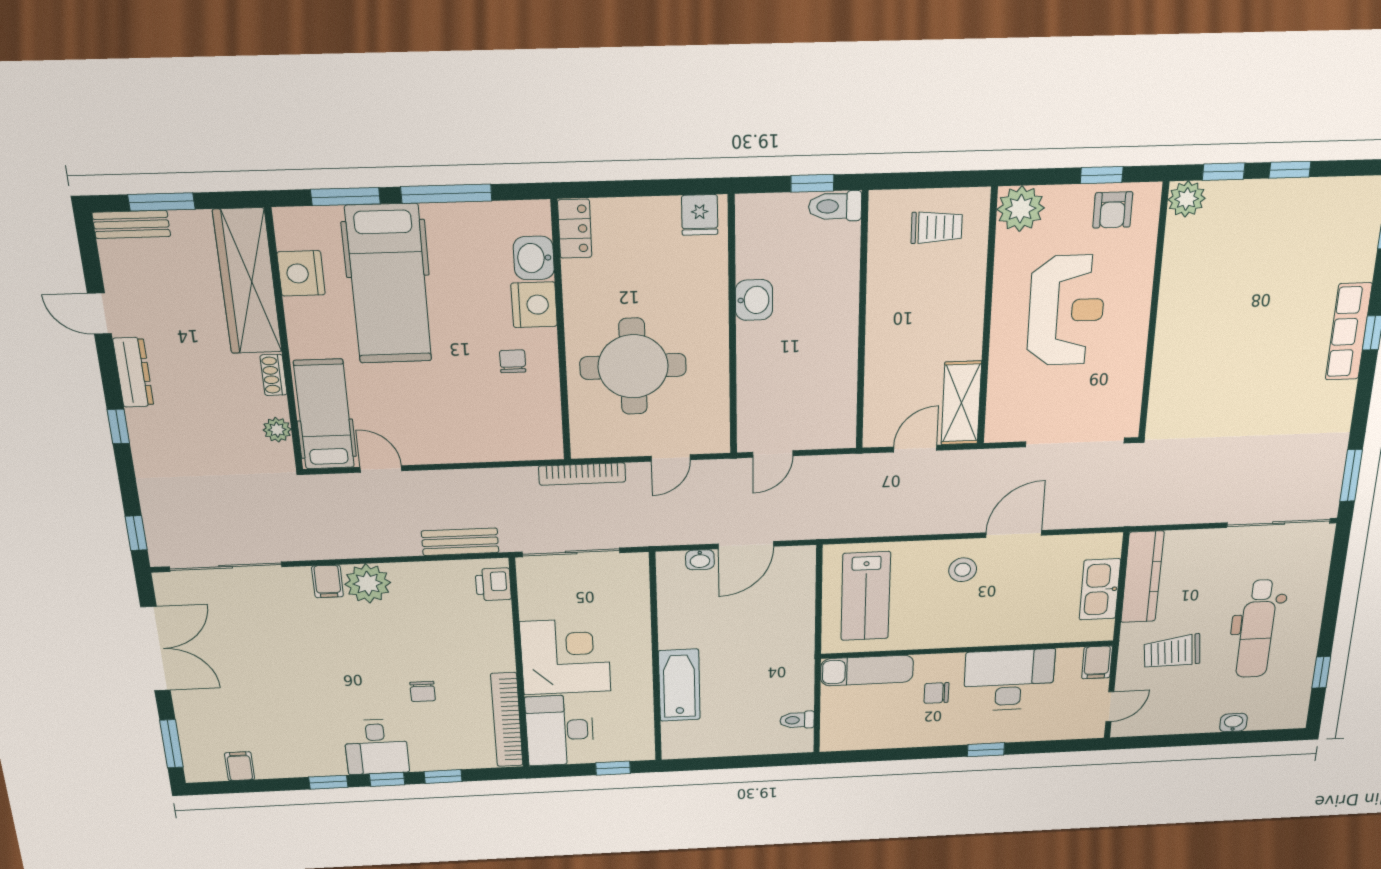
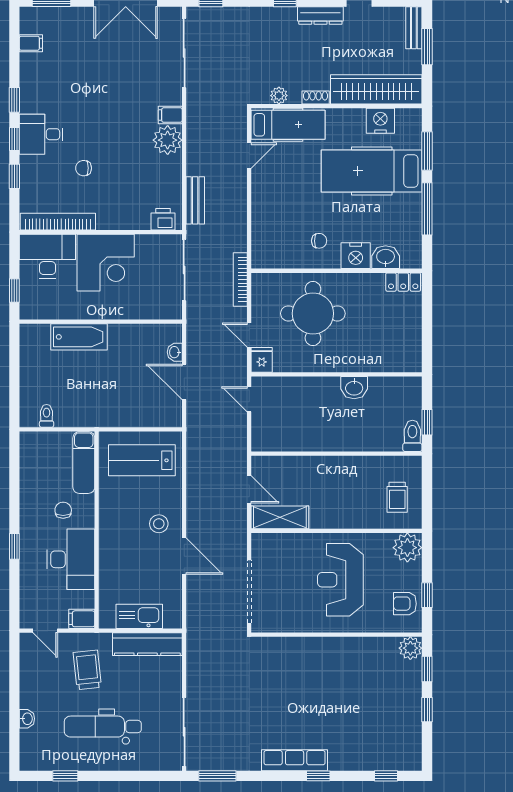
fridge: (700, 215) -> (262, 360), moved, turned 90
reception desk: (1066, 310) -> (340, 580), turned 90
row of seats: (1349, 332) -> (295, 760), moved

